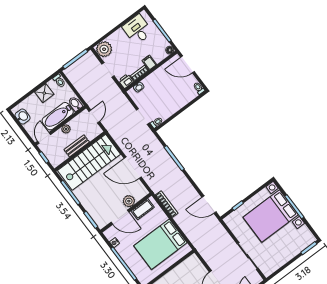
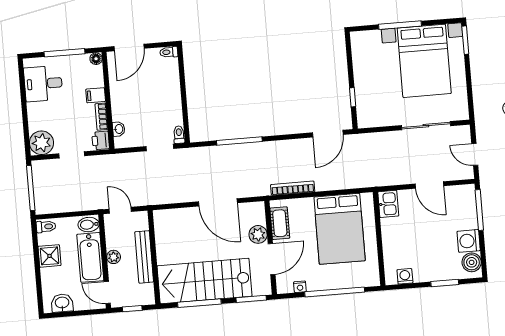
bench: (77, 146) -> (144, 257), width x1.36
stairs: (89, 162) -> (205, 281), moved, turned -90
door: (133, 168) -> (218, 202), hinge flipped
bed with nightstands: (271, 216) -> (424, 61), moved
kitchen sink: (191, 263) -> (388, 204), added

